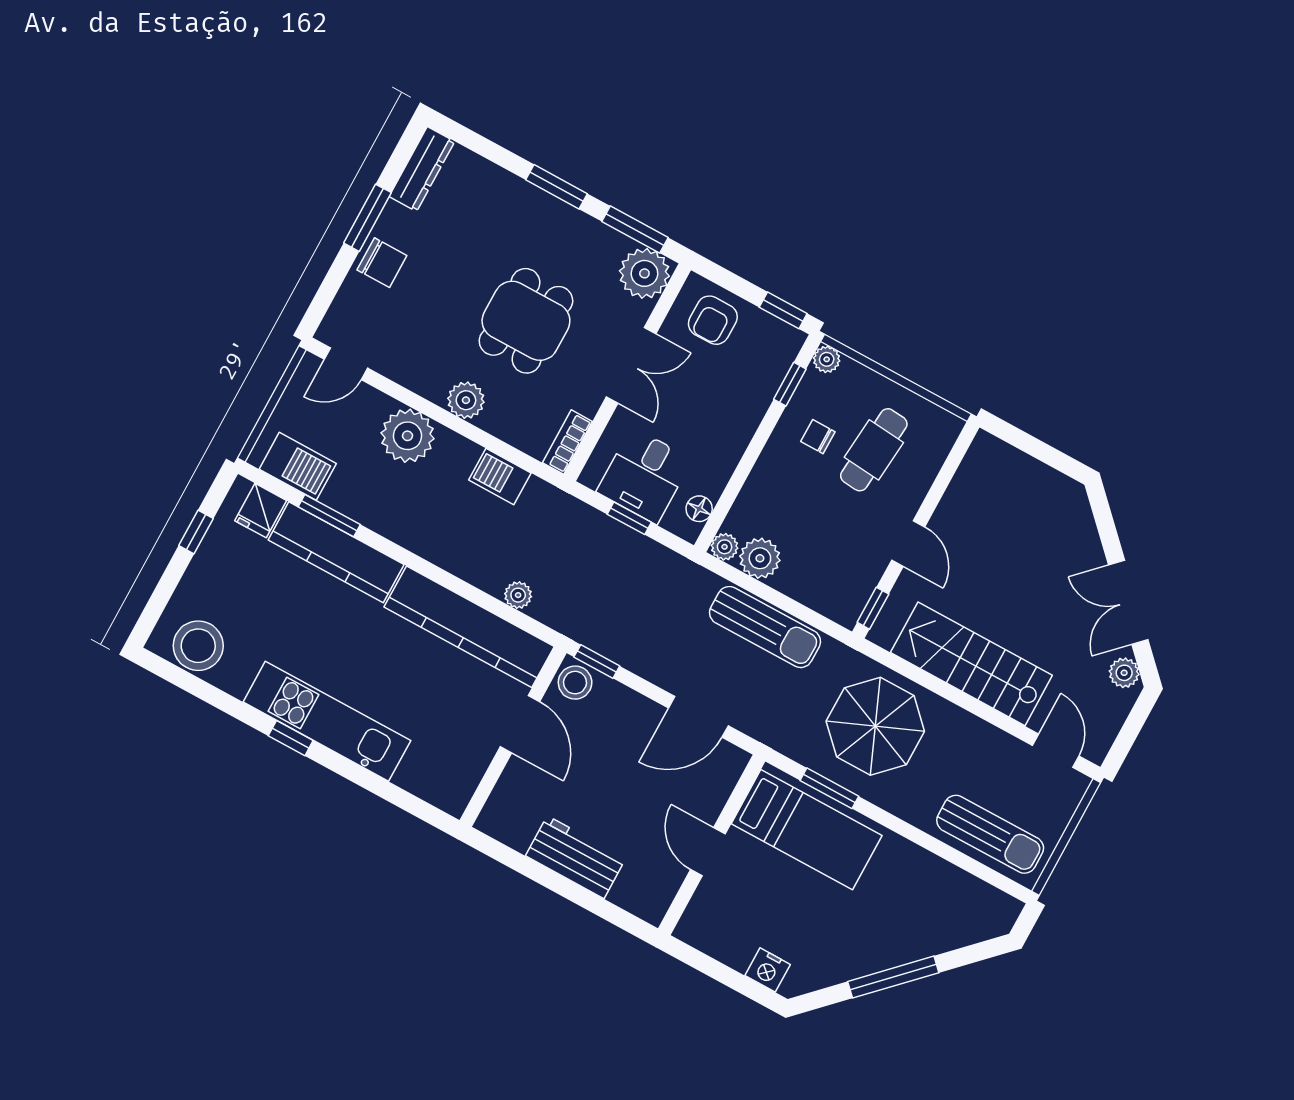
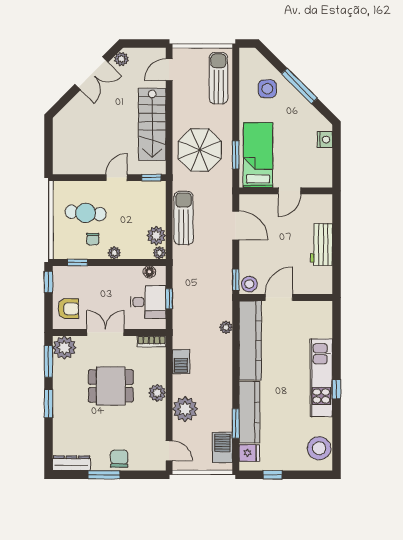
plant: (827, 359) -> (114, 253), moved
side table: (921, 914) -> (267, 89), added

